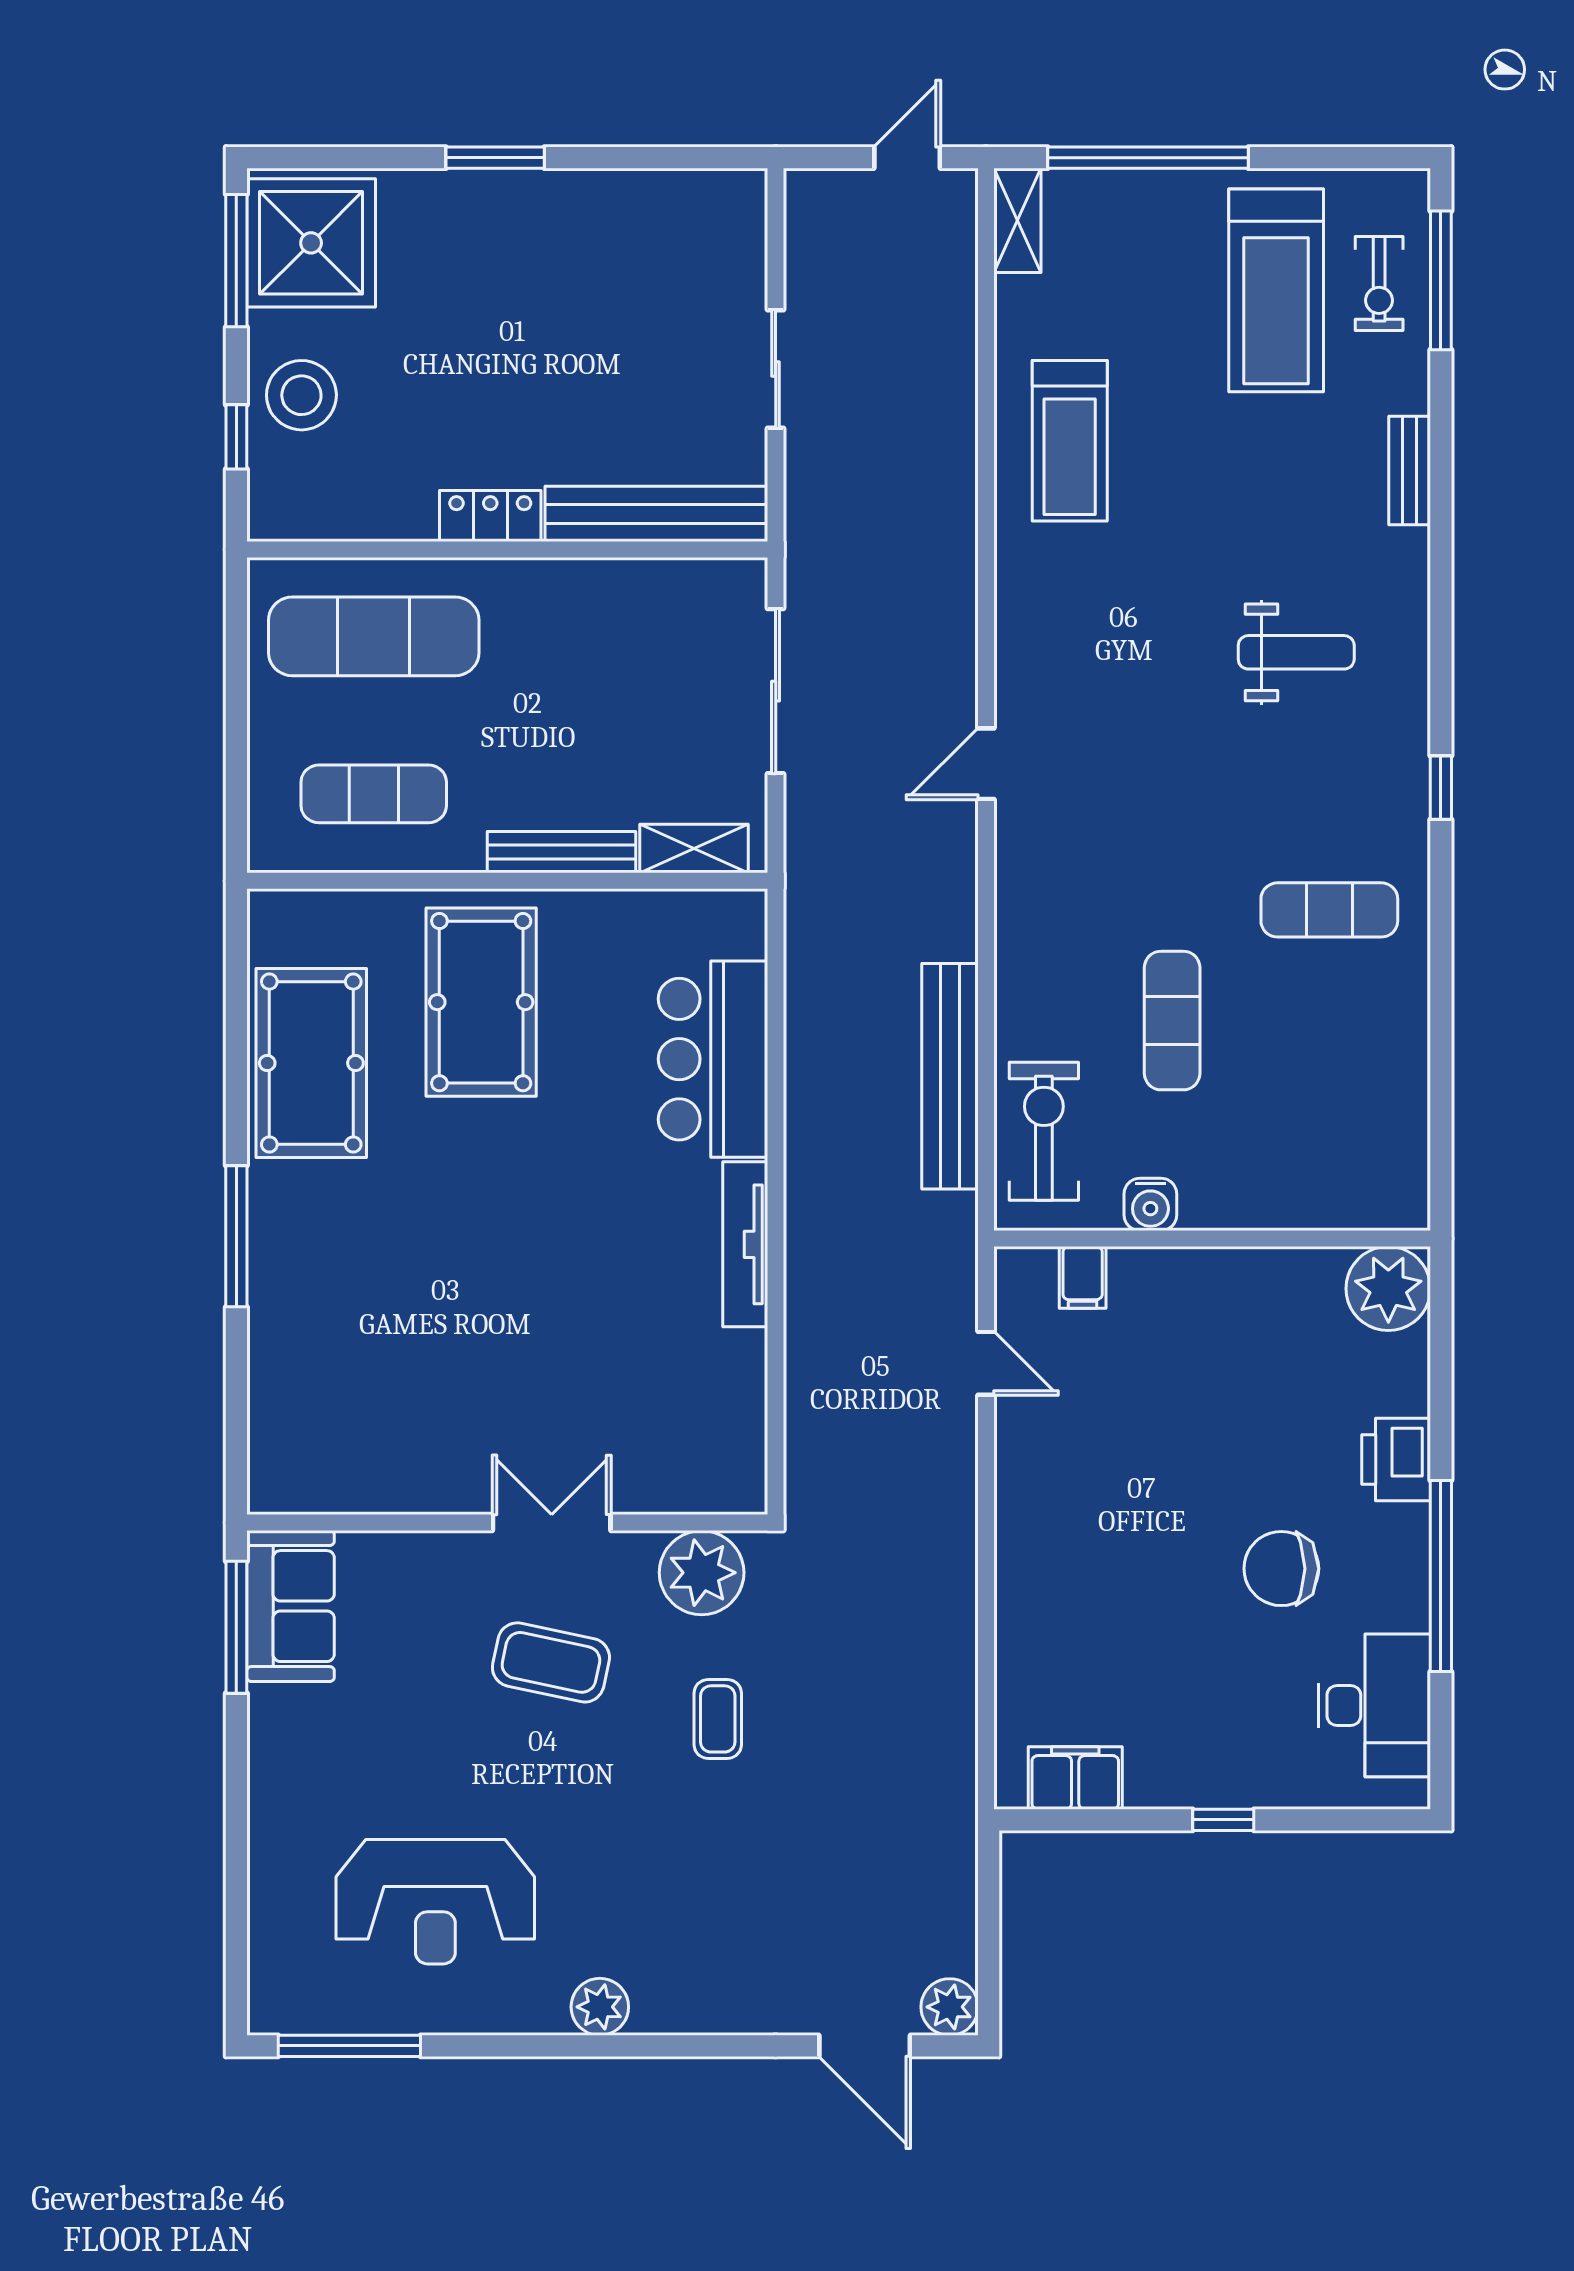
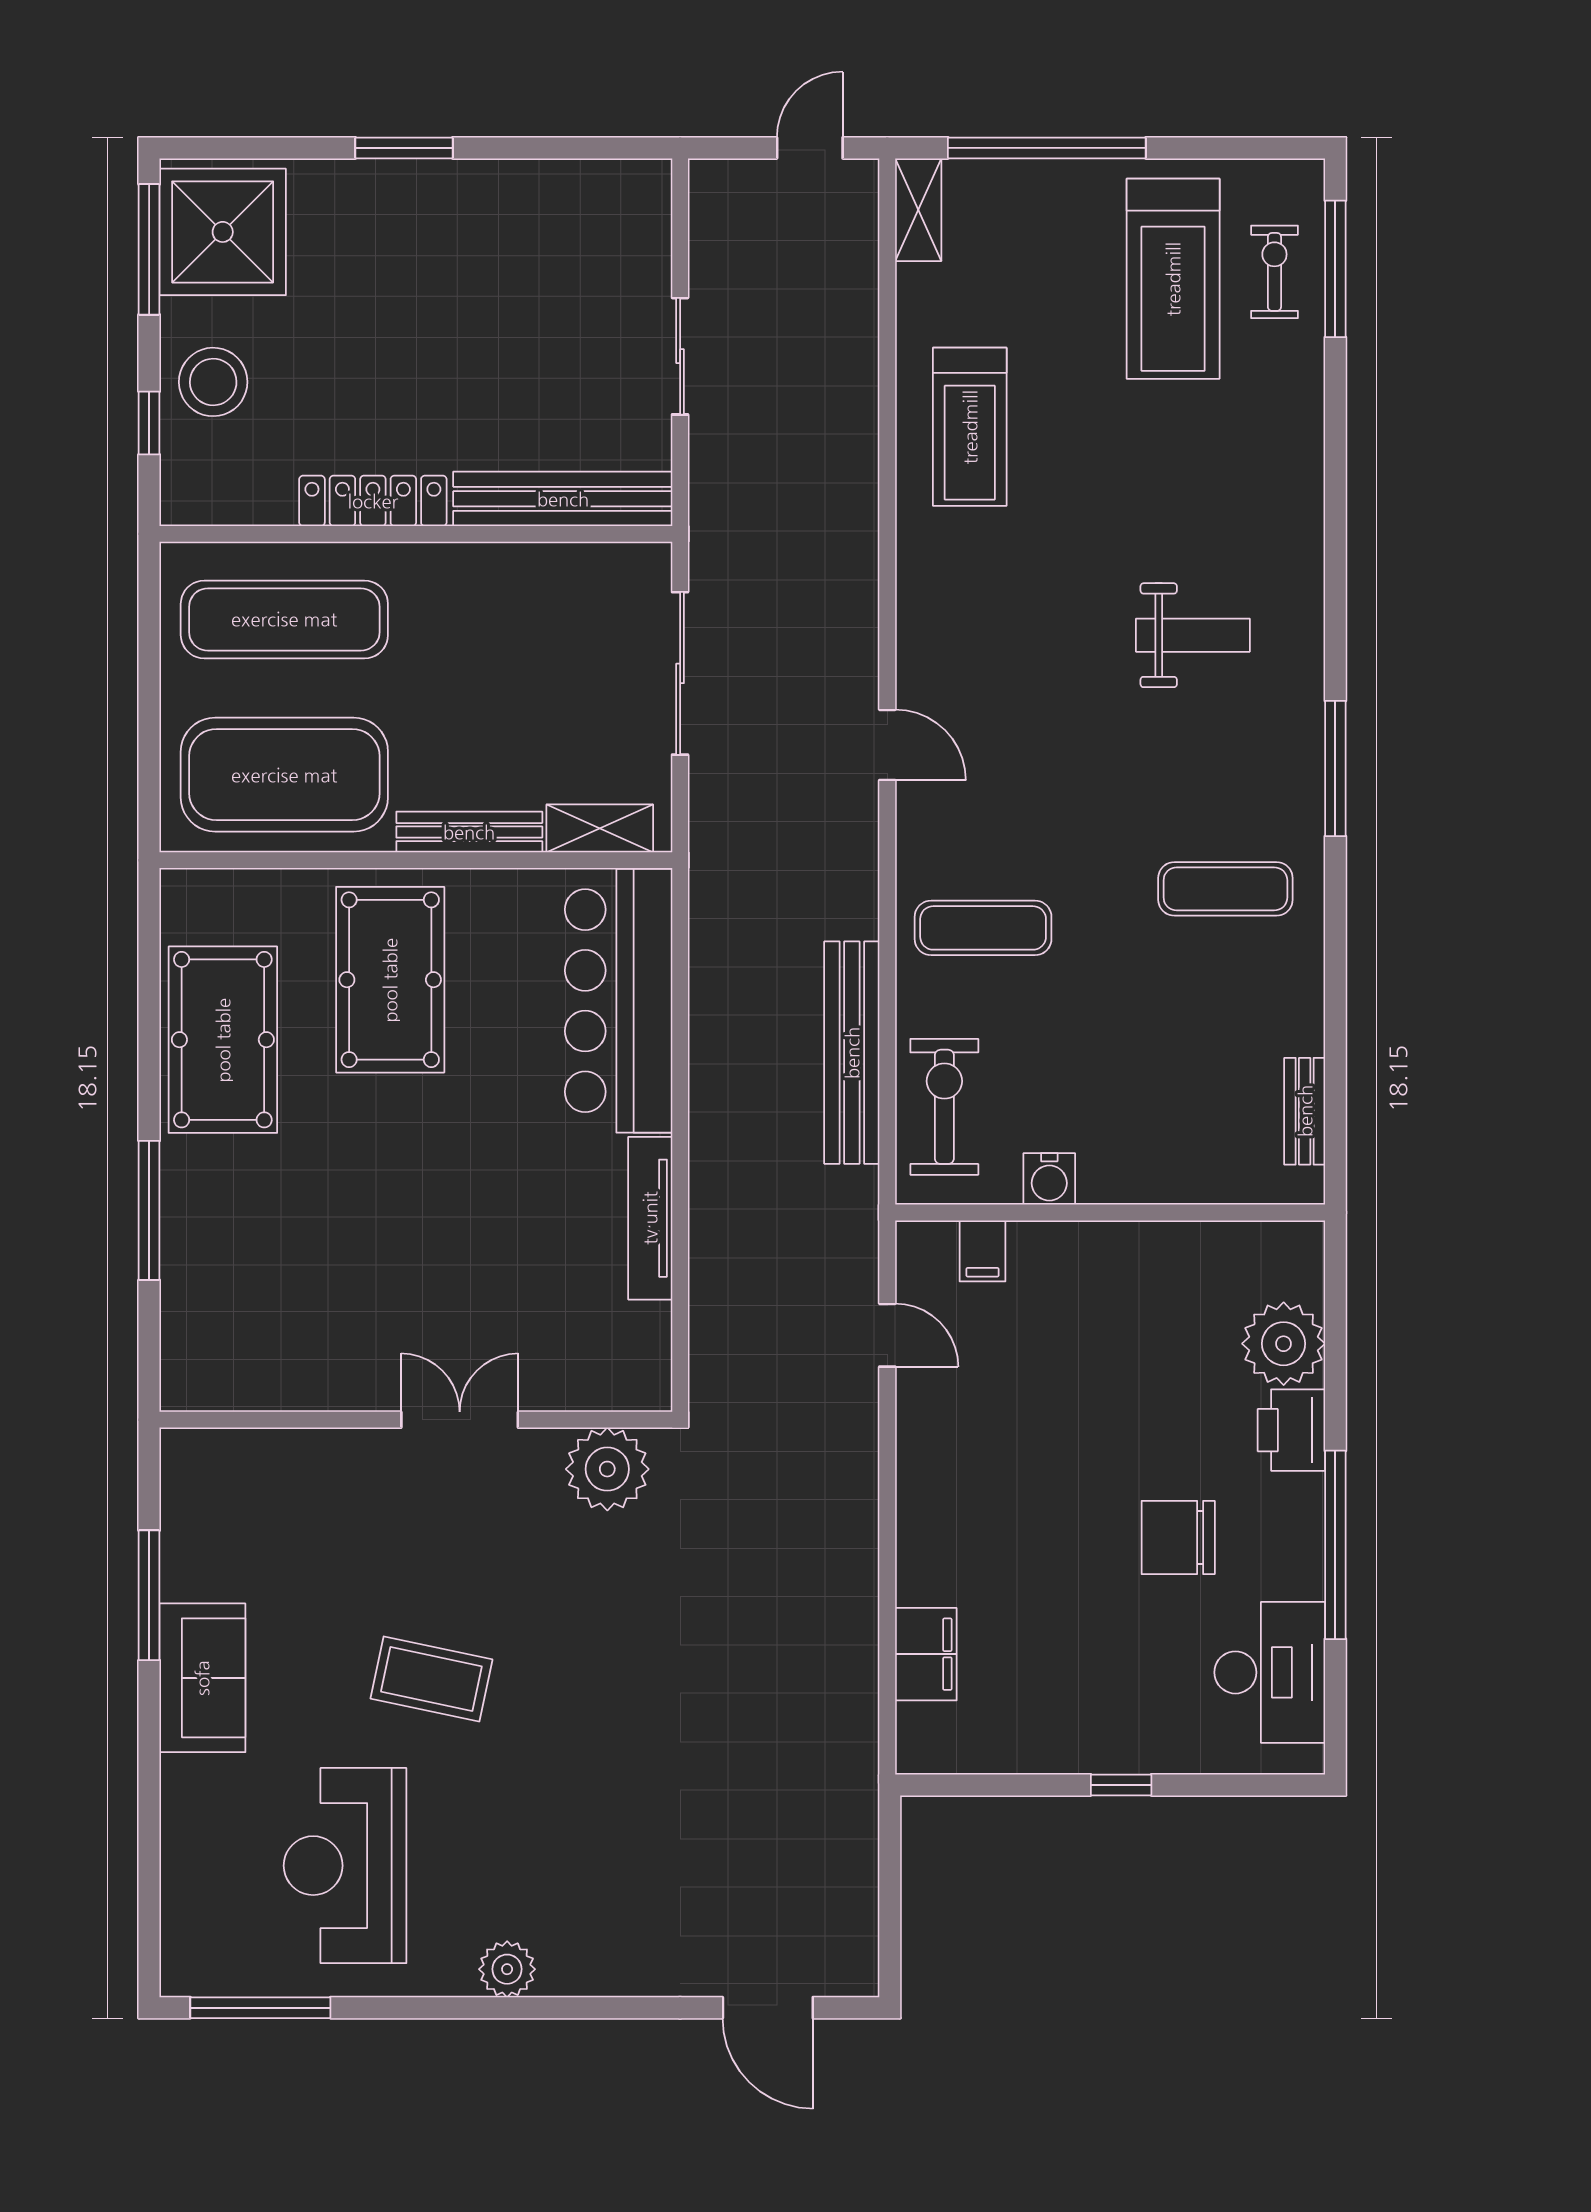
exercise bike: (1379, 283) -> (1274, 272), turned 180
bench: (1410, 470) -> (1305, 1111), moved
locker: (490, 516) -> (373, 501), width x1.53
door: (986, 764) -> (887, 745), swing flipped
window: (1441, 788) -> (1335, 768), width x2.17
exercise mat: (374, 794) -> (284, 775), width x2.00, depth x1.45
exercise mat: (1172, 1021) -> (983, 928), moved, turned 90
bar counter: (713, 1059) -> (619, 1001), width x1.36
plant: (1388, 1289) -> (1284, 1344), moved
wall: (507, 1523) -> (416, 1420), moved
double door: (552, 1523) -> (460, 1420), moved
plant: (702, 1573) -> (607, 1469), moved
sofa: (291, 1606) -> (202, 1678), moved
coffee table: (551, 1662) -> (431, 1679), moved
coffee table: (718, 1719) -> (623, 1686), removed
filing cabinet: (1075, 1778) -> (926, 1654), moved, turned 90
reception desk: (435, 1902) -> (345, 1866), turned 90
plant: (950, 2007) -> (851, 1969), removed

